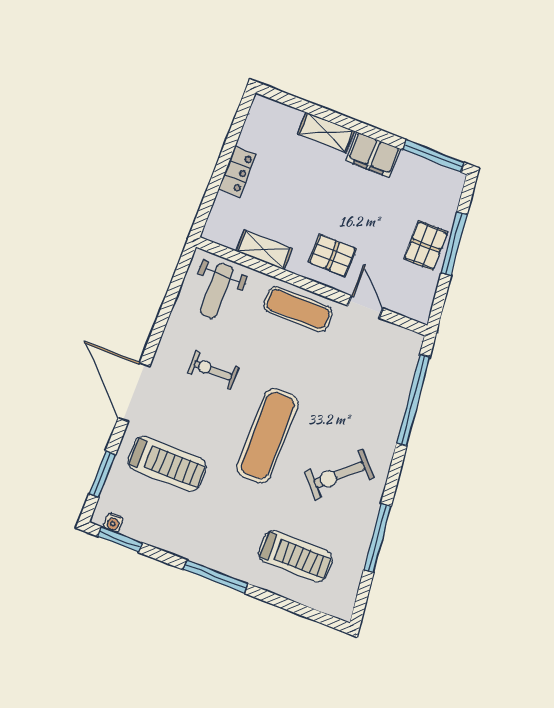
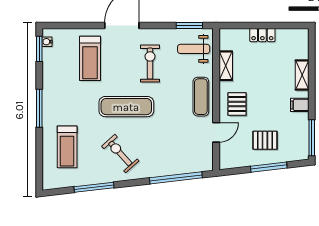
filing cabinet: (373, 155) -> (300, 105), width x0.50
pallet: (426, 245) -> (265, 140), moved
exercise bike: (213, 370) -> (150, 64), width x1.38, depth x1.39
window: (102, 474) -> (189, 26), moved

